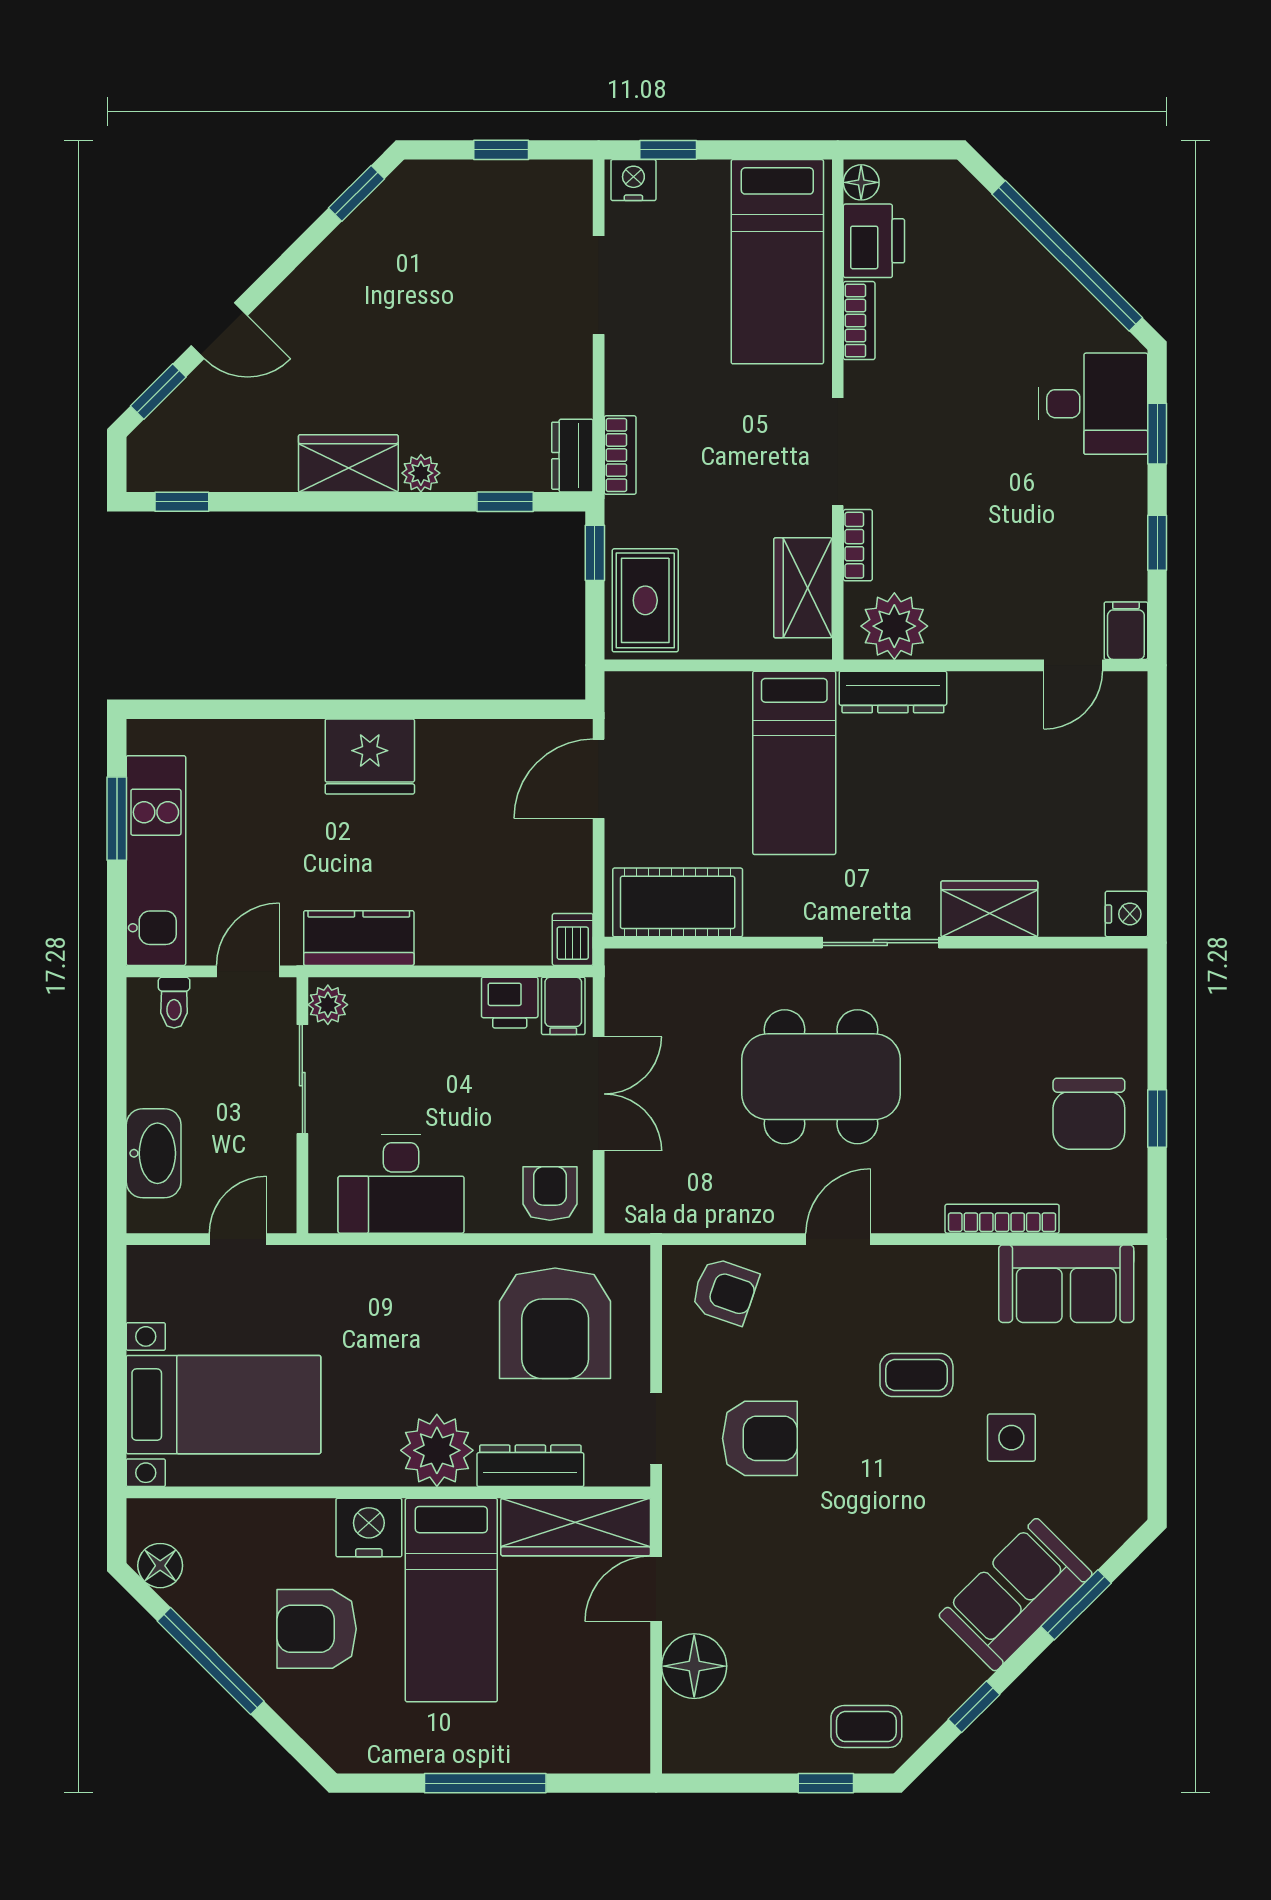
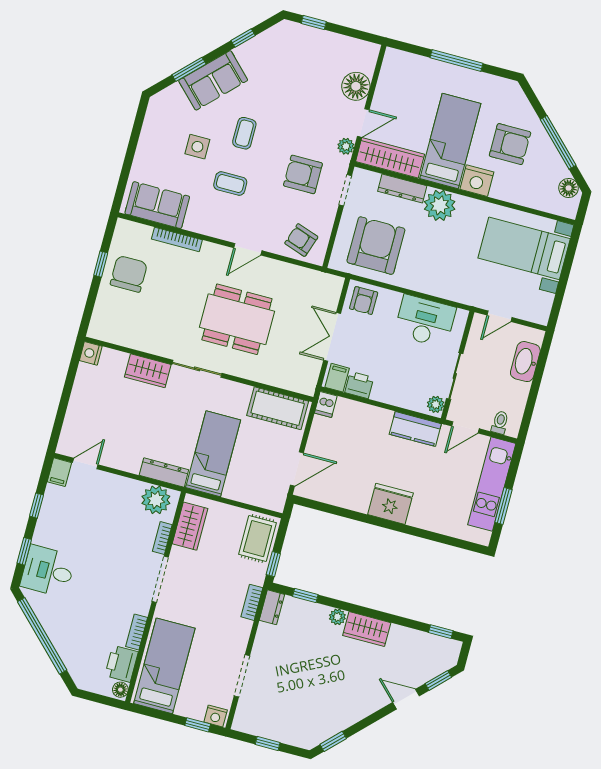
plant: (681, 1527) -> (346, 146), added
coffee table: (866, 1727) -> (244, 133), moved, turned 90

